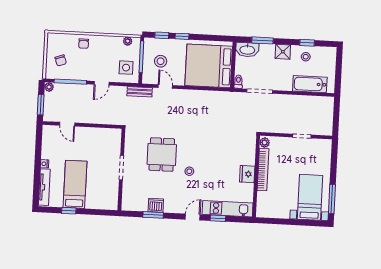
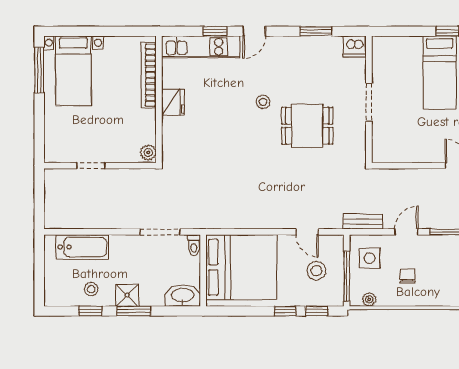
window: (263, 40) -> (134, 311), moved
chair: (84, 44) -> (408, 276), moved
bench: (140, 92) -> (363, 222), moved
dining table: (162, 155) -> (307, 126), turned 90
bookcase: (263, 170) -> (149, 75), moved
dishwasher: (156, 205) -> (355, 46), moved

